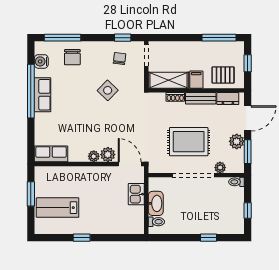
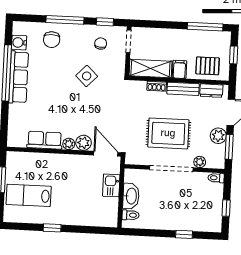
window: (62, 38) -> (65, 20), moved
row of seats: (42, 95) -> (19, 77), width x1.48
row of seats: (51, 154) -> (45, 140), moved

